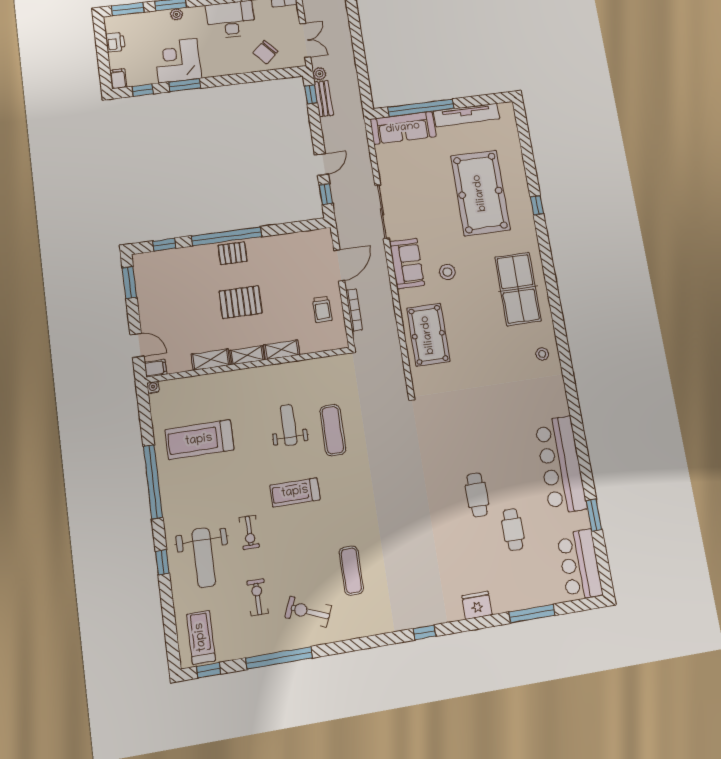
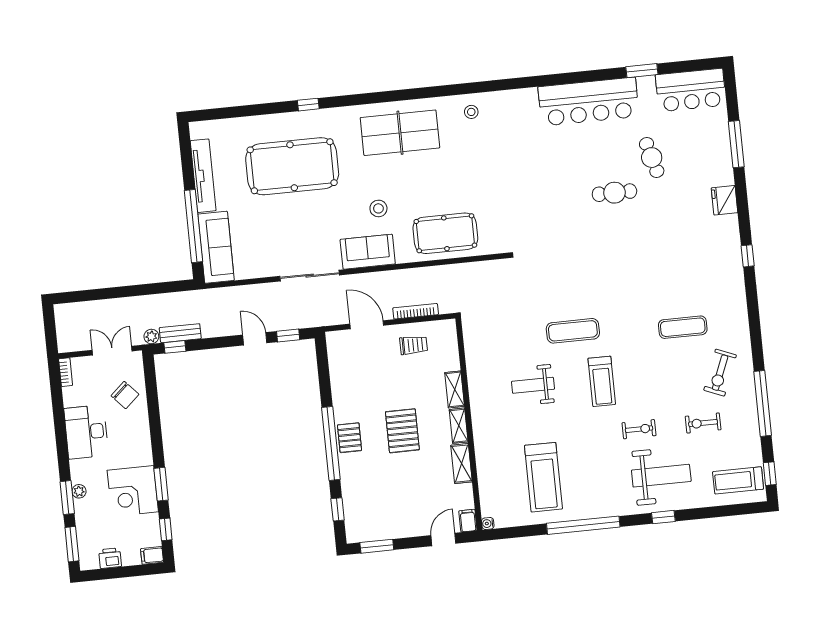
exercise mat: (333, 430) -> (573, 331), moved
cafe table: (513, 530) -> (652, 158), turned 75

